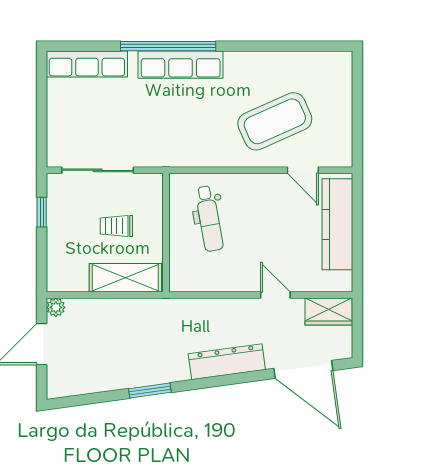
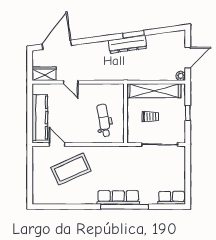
row of seats: (87, 64) -> (172, 198), width x0.68
window: (42, 212) -> (188, 113), moved
shelving: (125, 278) -> (154, 91), width x1.47
dresser: (227, 362) -> (127, 44), moved
door: (303, 369) -> (57, 45), hinge flipped

